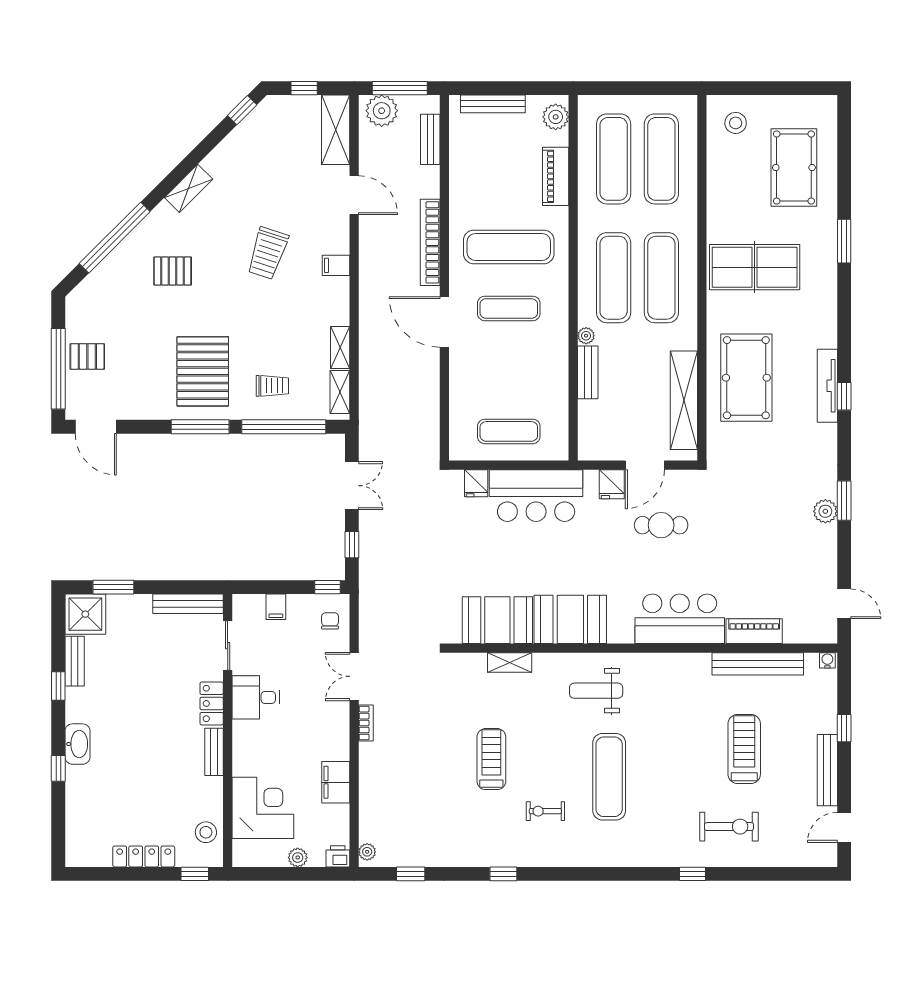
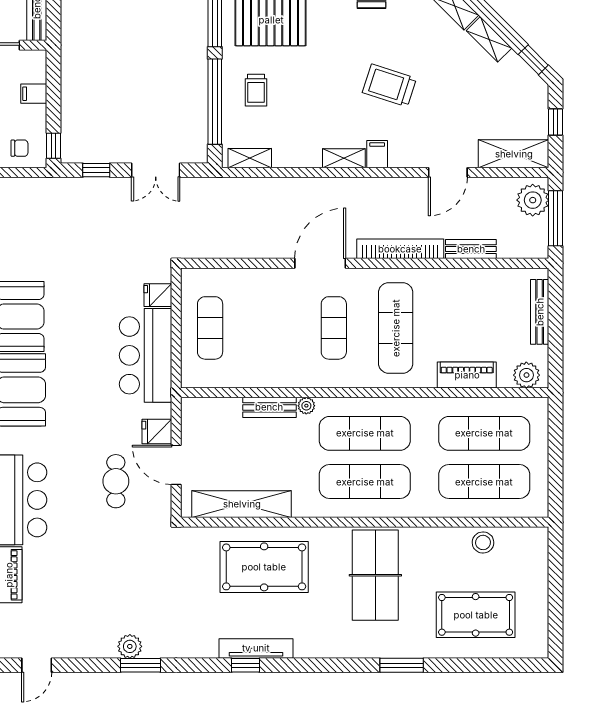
stool: (736, 123) -> (483, 542), moved
bench: (430, 139) -> (471, 249), moved
shelving: (222, 154) -> (489, 39), added
shelving: (340, 348) -> (344, 158), moved

